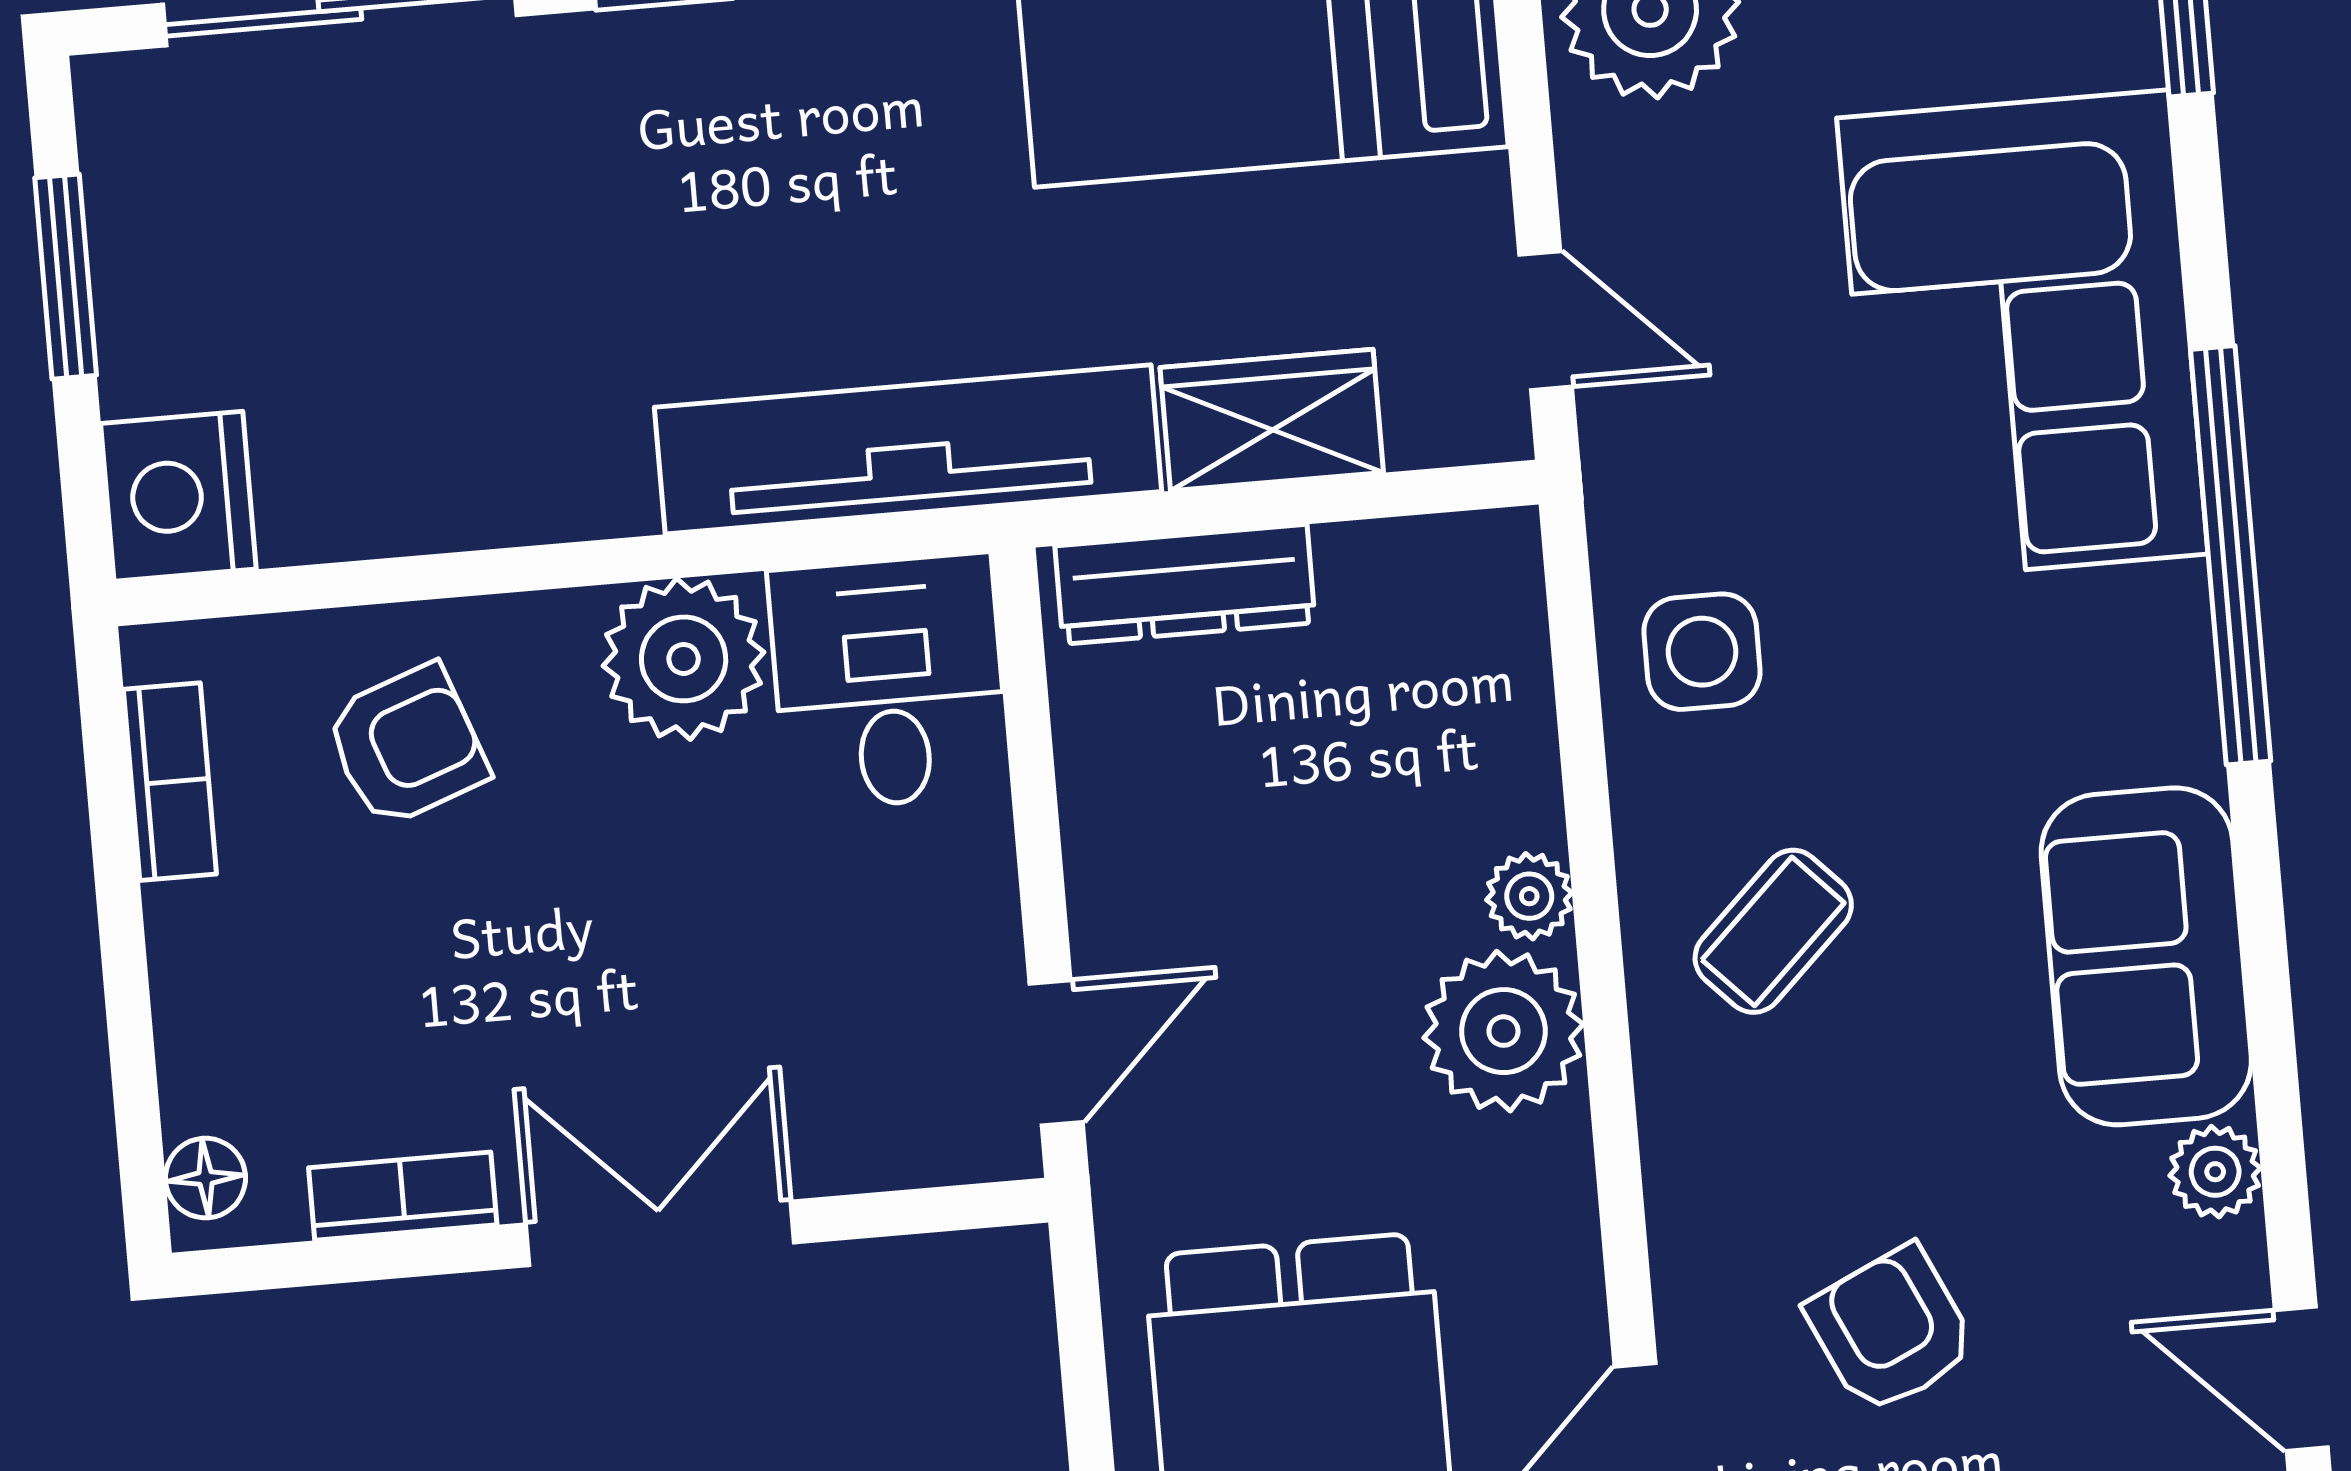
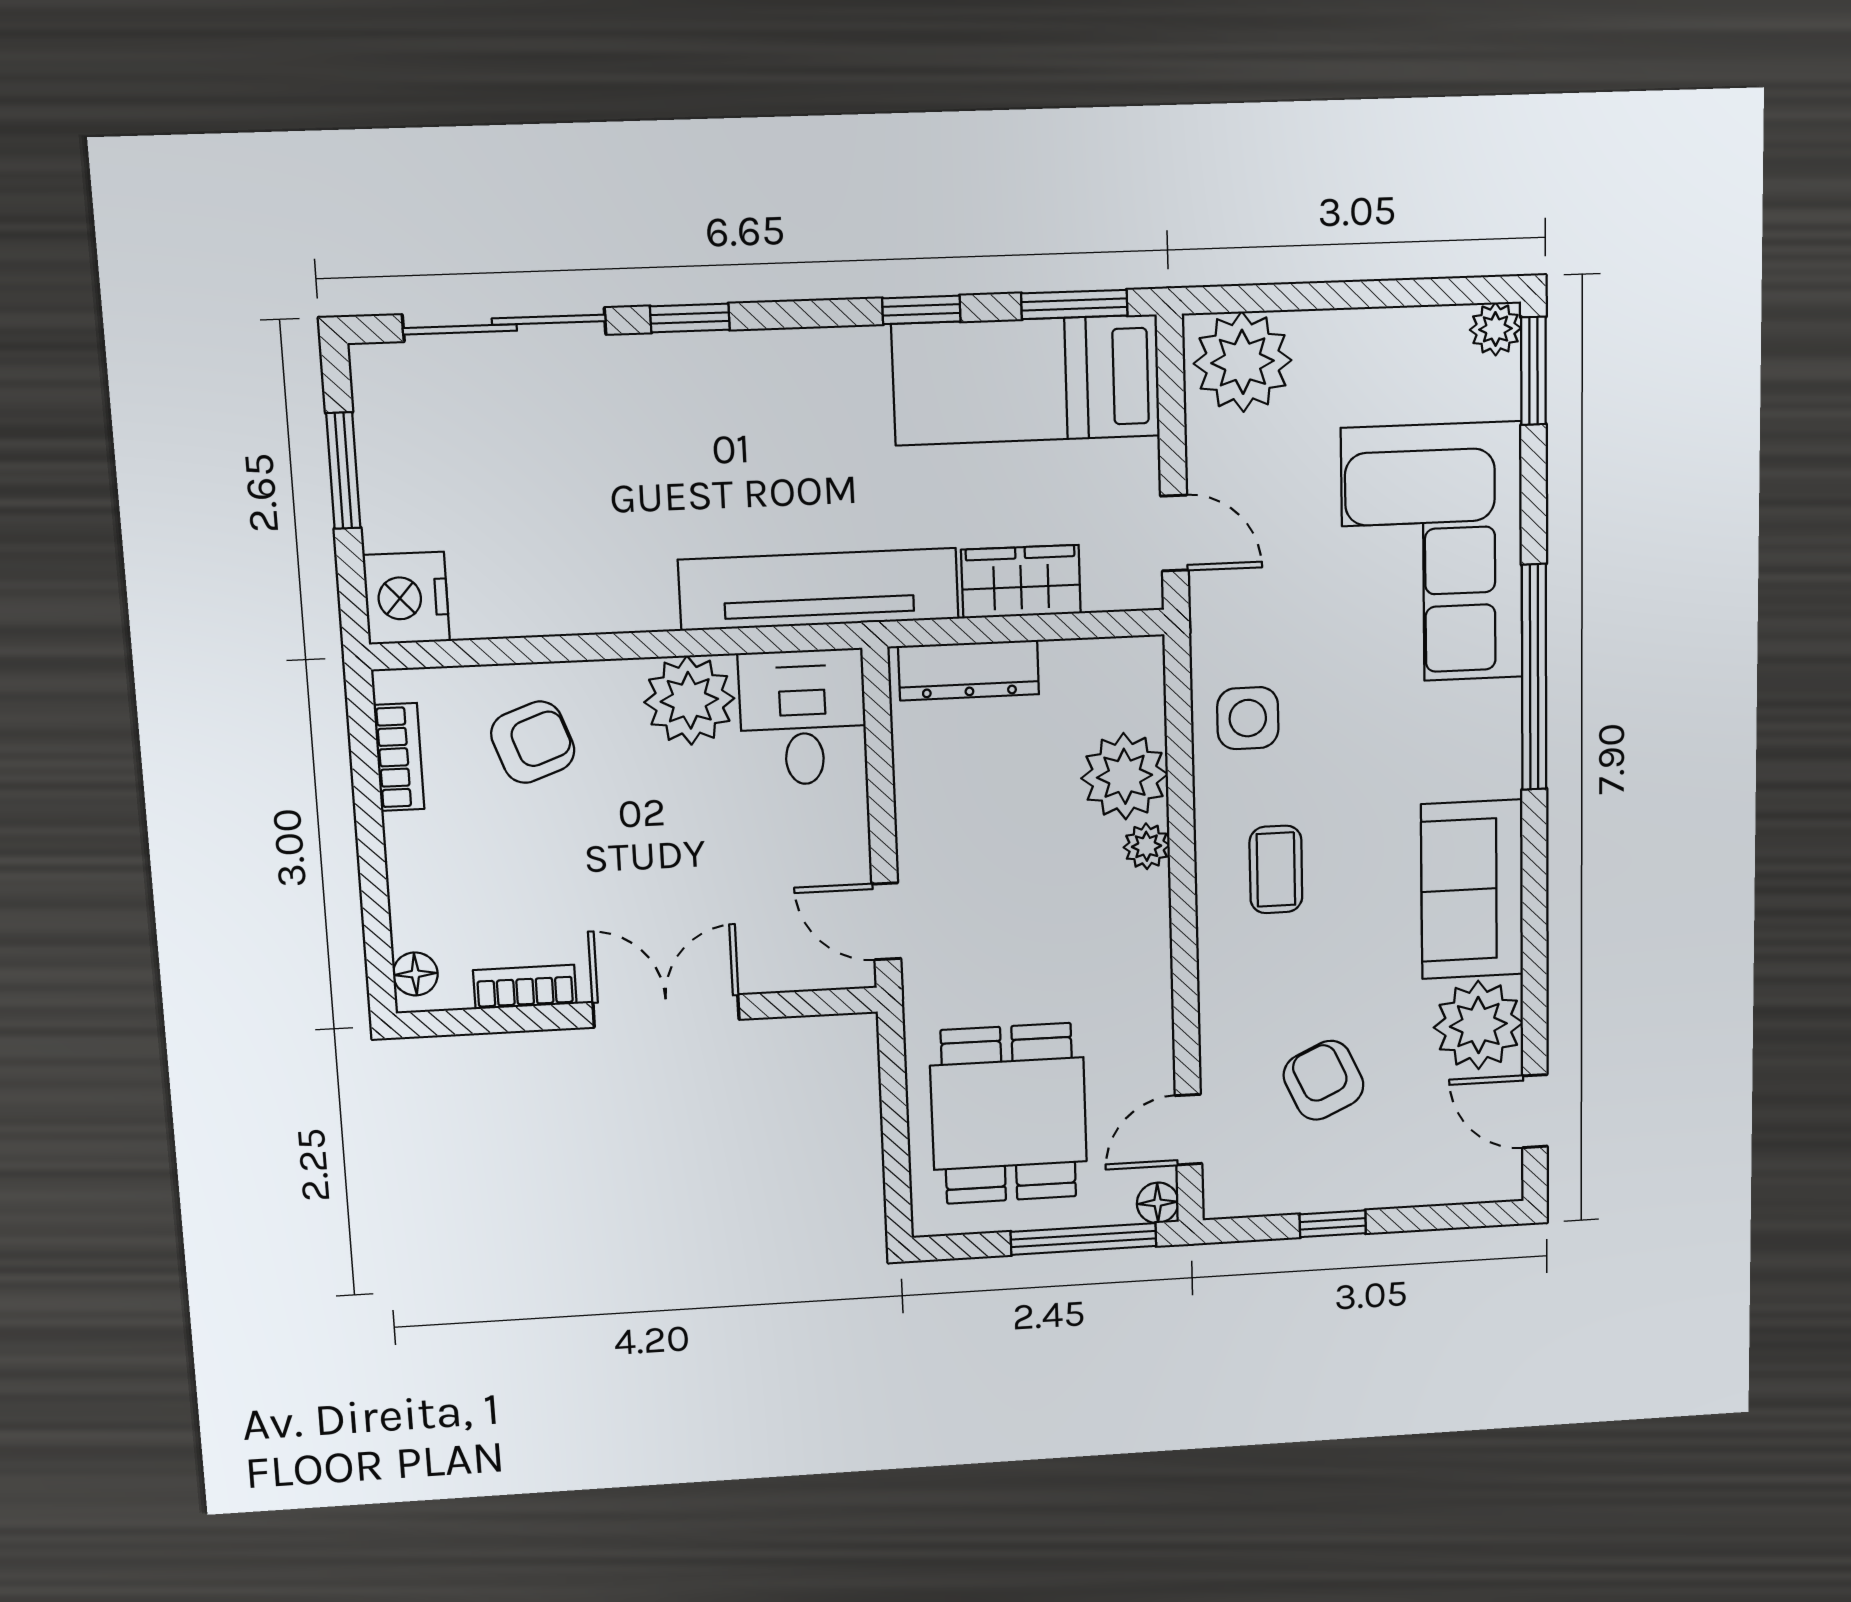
coffee table: (1773, 931) -> (1276, 869), turned -46
plant: (1503, 1031) -> (1125, 776), moved
door: (1056, 1053) -> (886, 921), swing flipped
plant: (2215, 1172) -> (1478, 1025), width x1.88, depth x1.88

